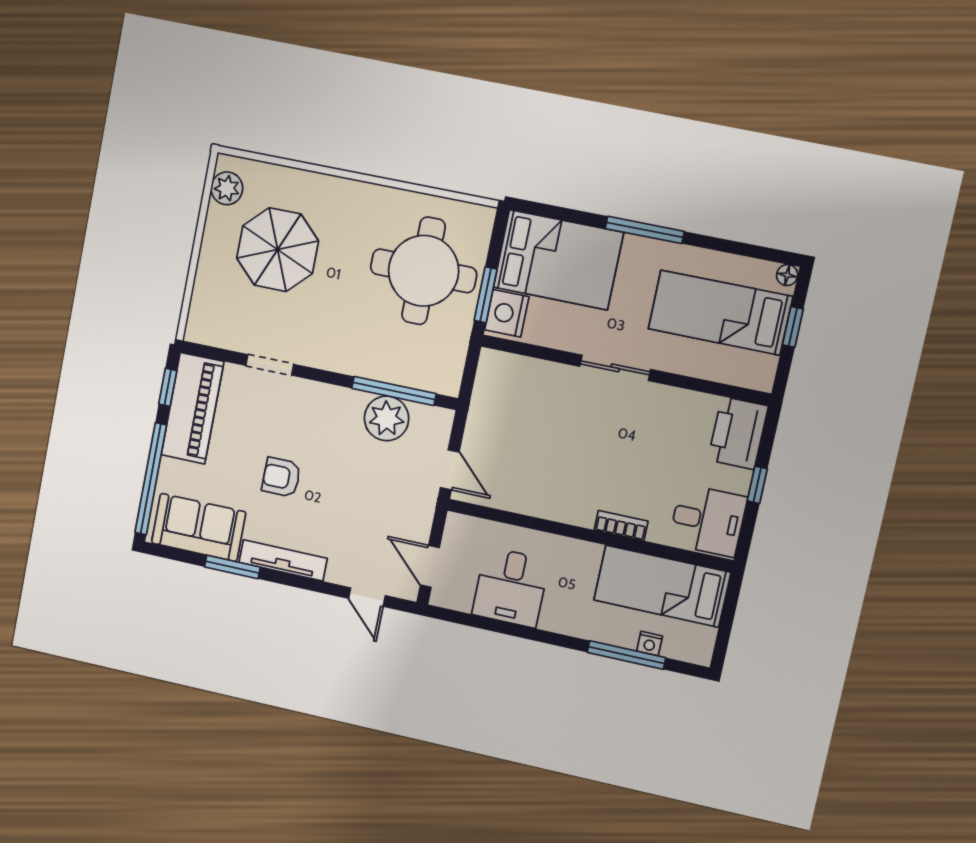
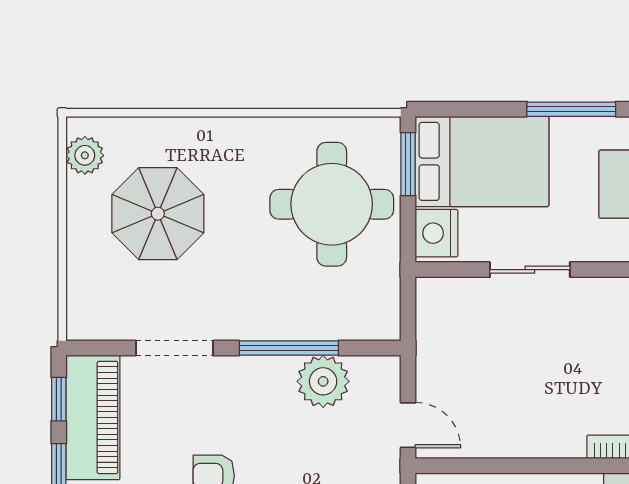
window: (486, 295) -> (408, 164), moved
doorway: (270, 365) -> (175, 348), width x1.38
sliding door: (615, 368) -> (530, 270), moved
window: (394, 391) -> (289, 348), moved

